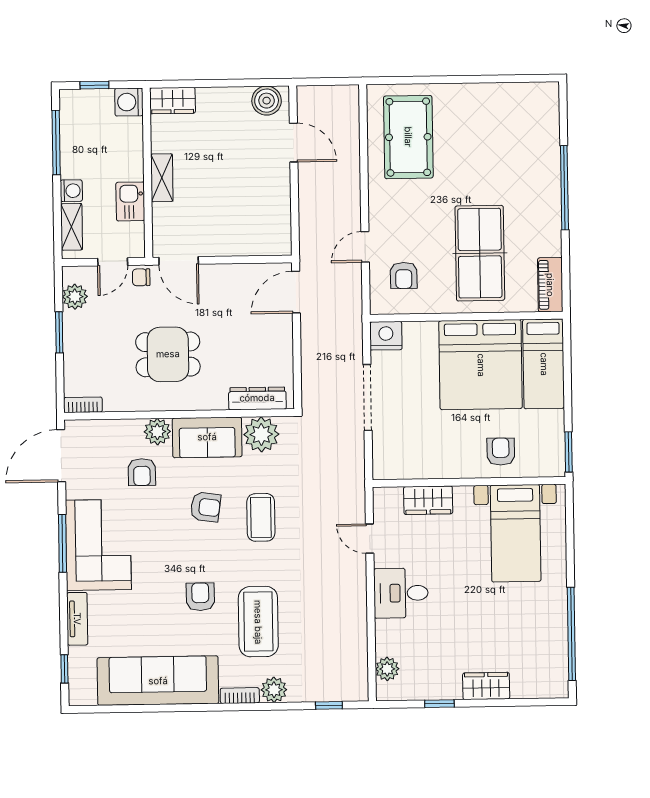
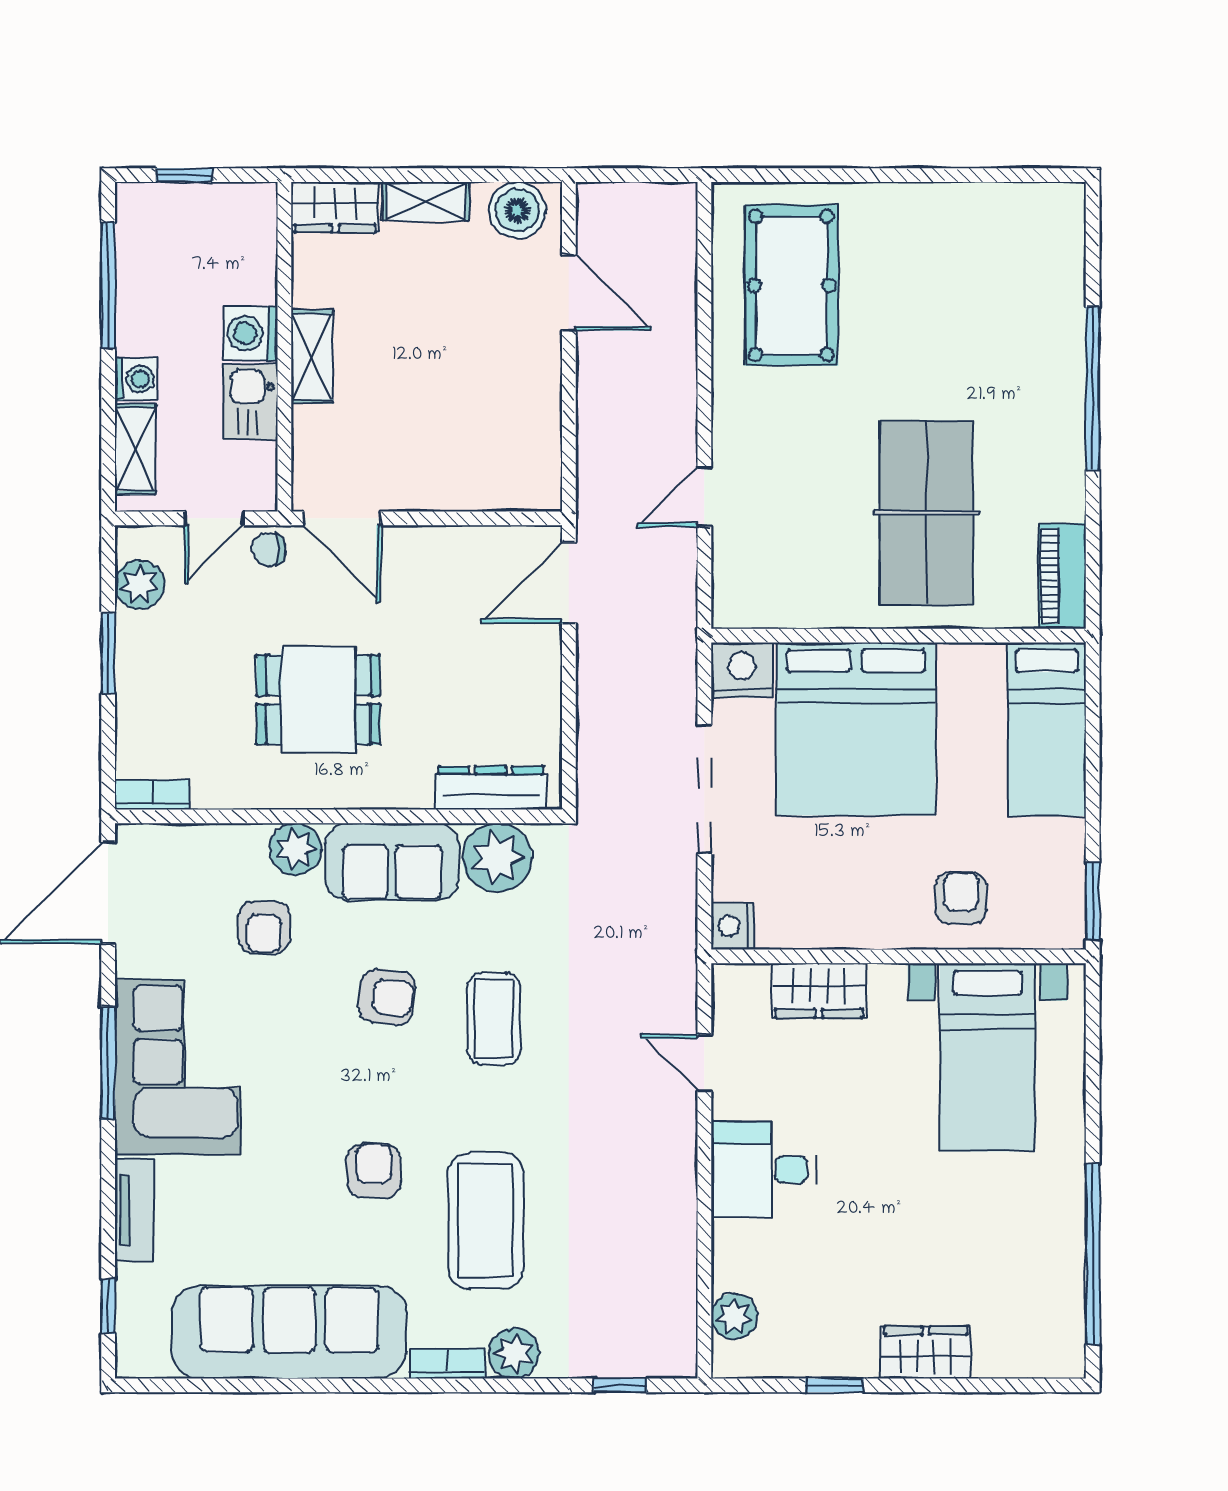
shelving: (219, 97) -> (426, 201), added
washing machine: (129, 102) -> (251, 333), moved
armchair: (404, 275) -> (778, 554), removed
bed: (481, 365) -> (856, 729), moved
nightstand: (383, 468) -> (732, 926), added

